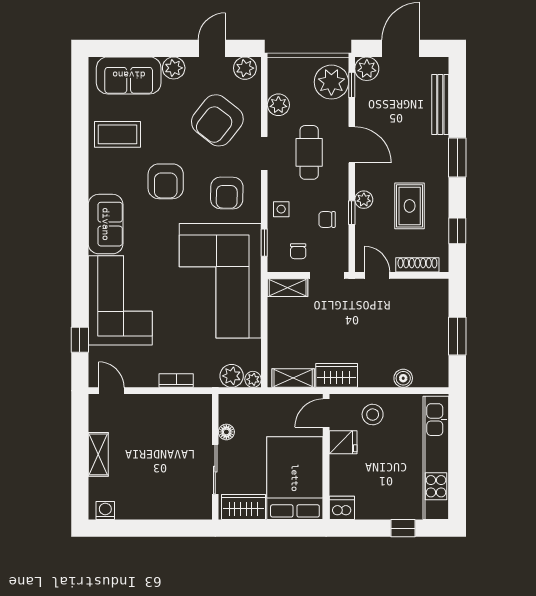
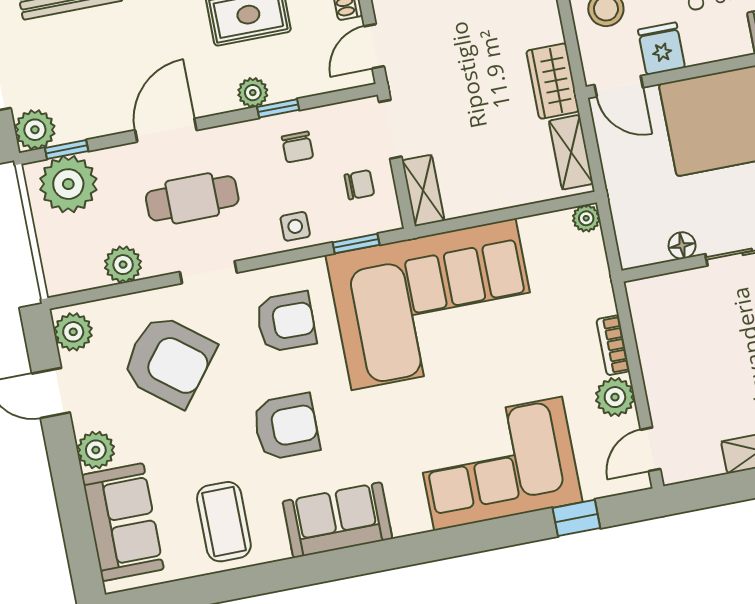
sofa: (106, 224) -> (337, 520), moved
plant: (232, 376) -> (615, 397), moved

